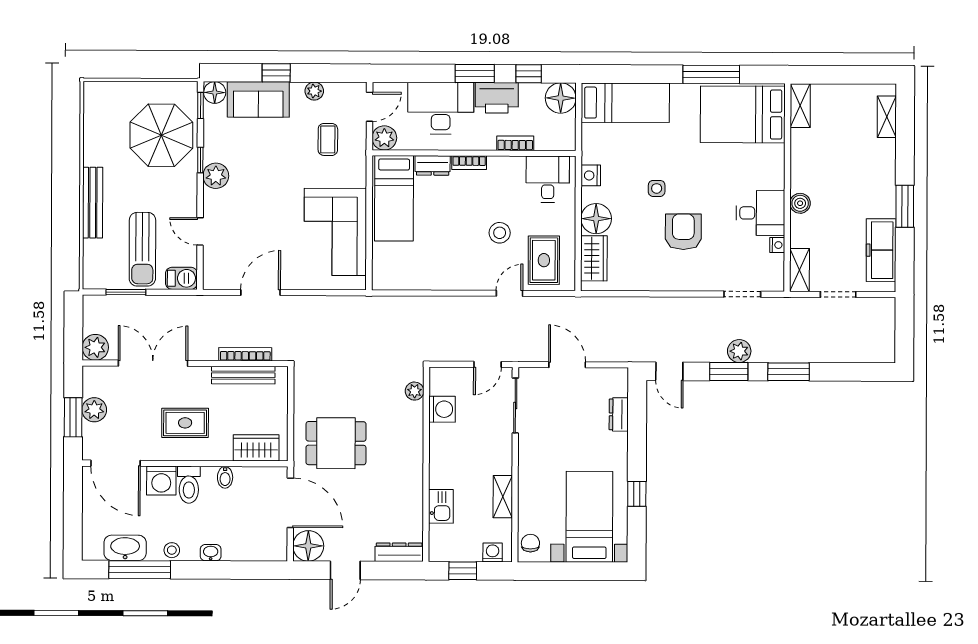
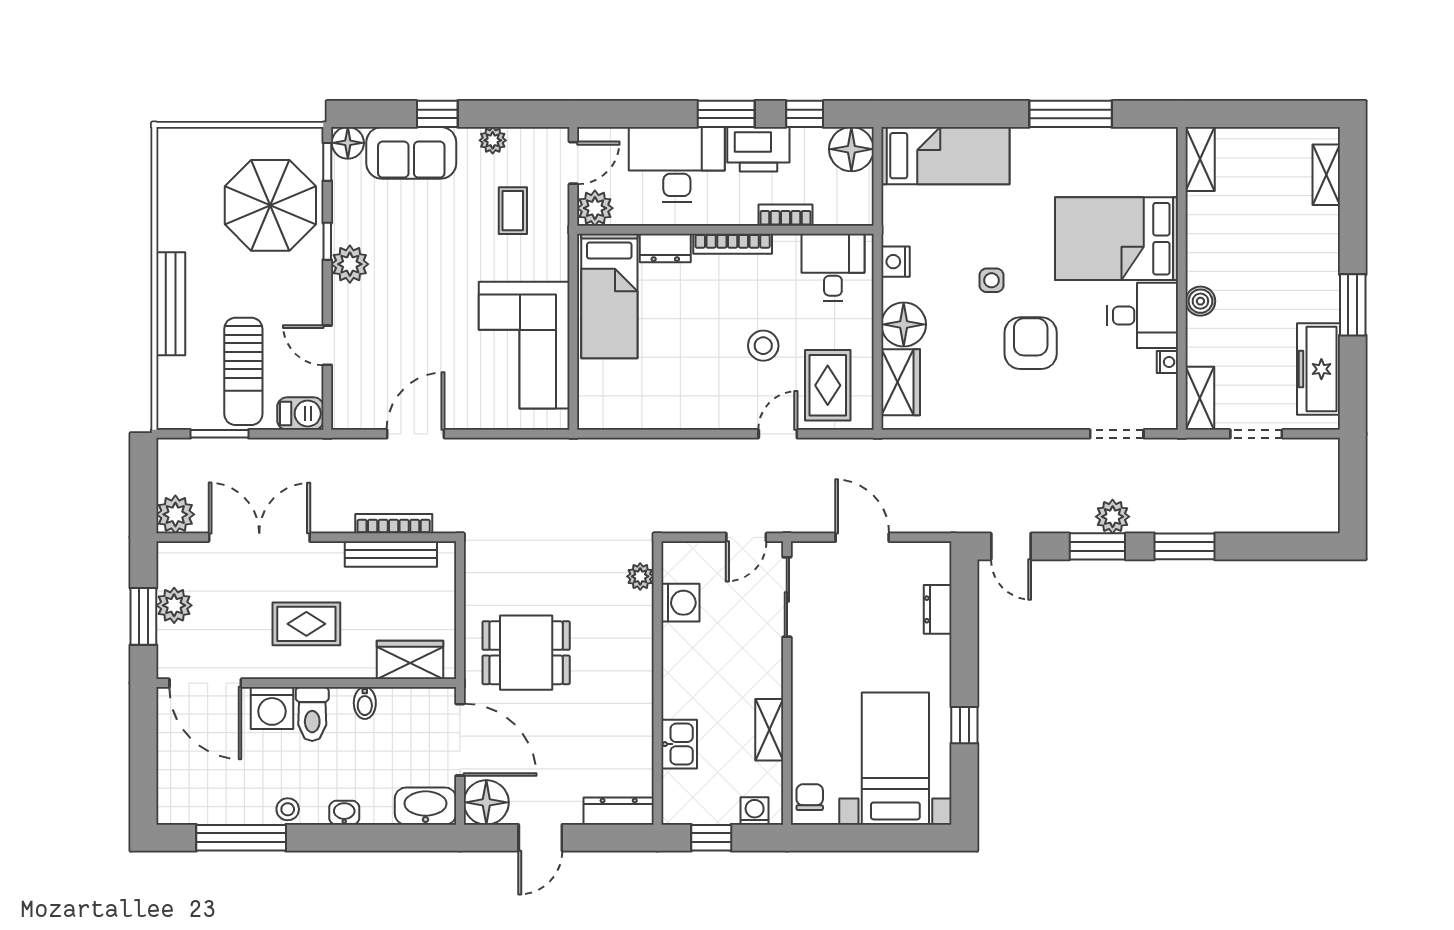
bed: (743, 114) -> (1117, 239), moved
bookcase: (469, 163) -> (733, 244), width x1.56
washbasin: (125, 548) -> (426, 806), moved

